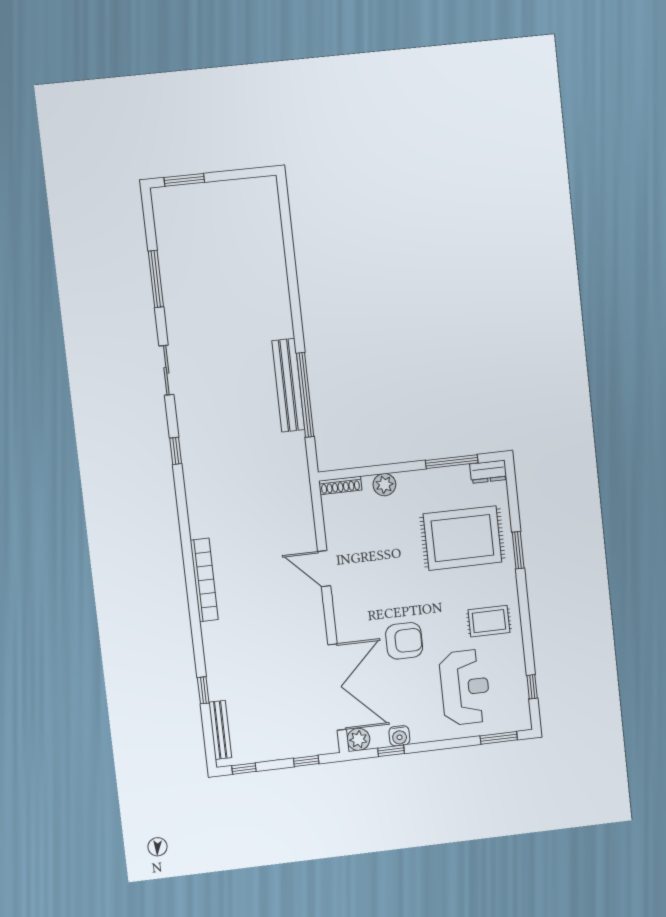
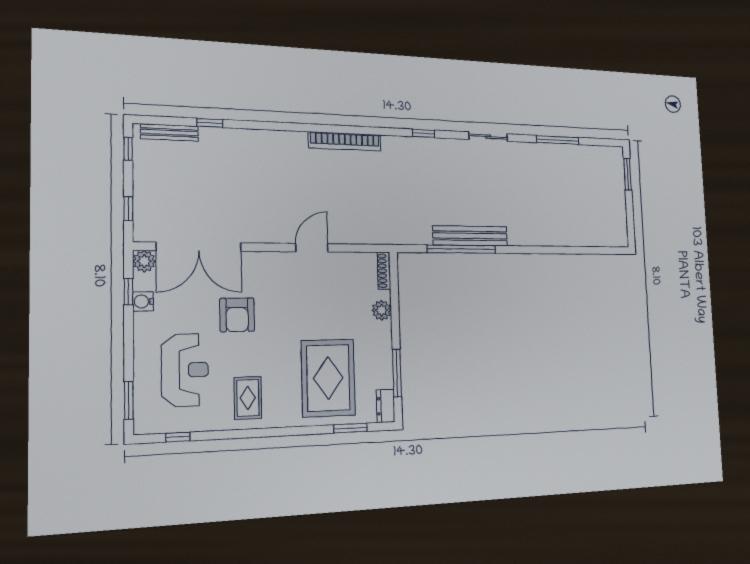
window: (518, 550) -> (350, 428), moved
bookcase: (204, 580) -> (345, 141), moved
reception desk: (465, 687) -> (185, 370), turned -90

